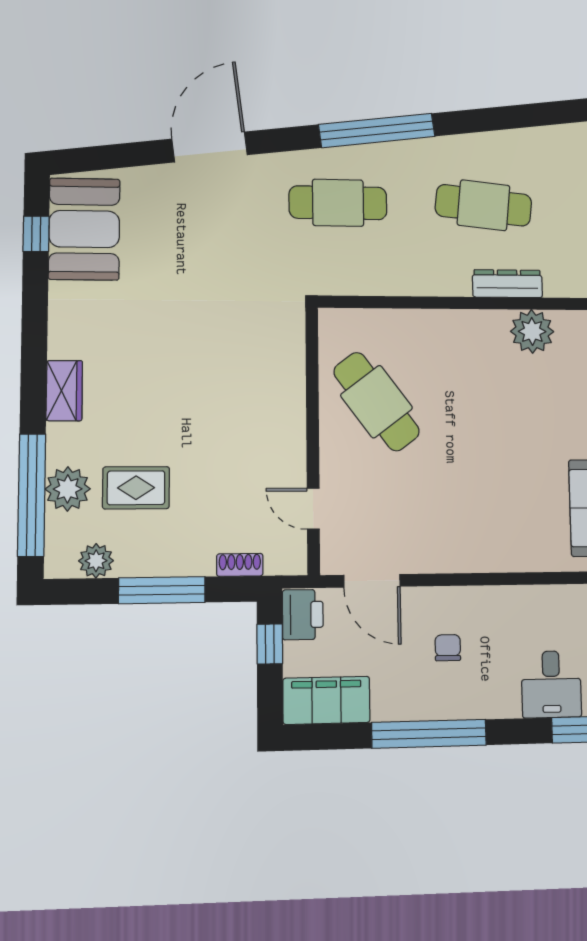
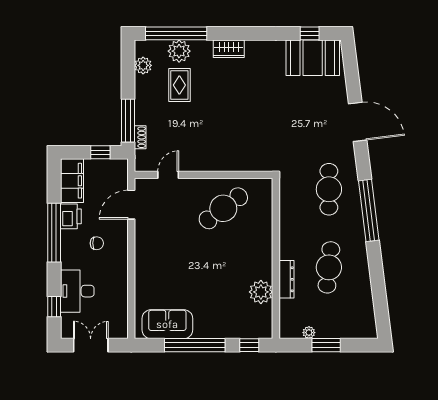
window: (162, 590) -> (128, 121), moved
printer: (303, 615) -> (71, 216), moved, turned -90
desk: (551, 684) -> (77, 291), width x1.37

